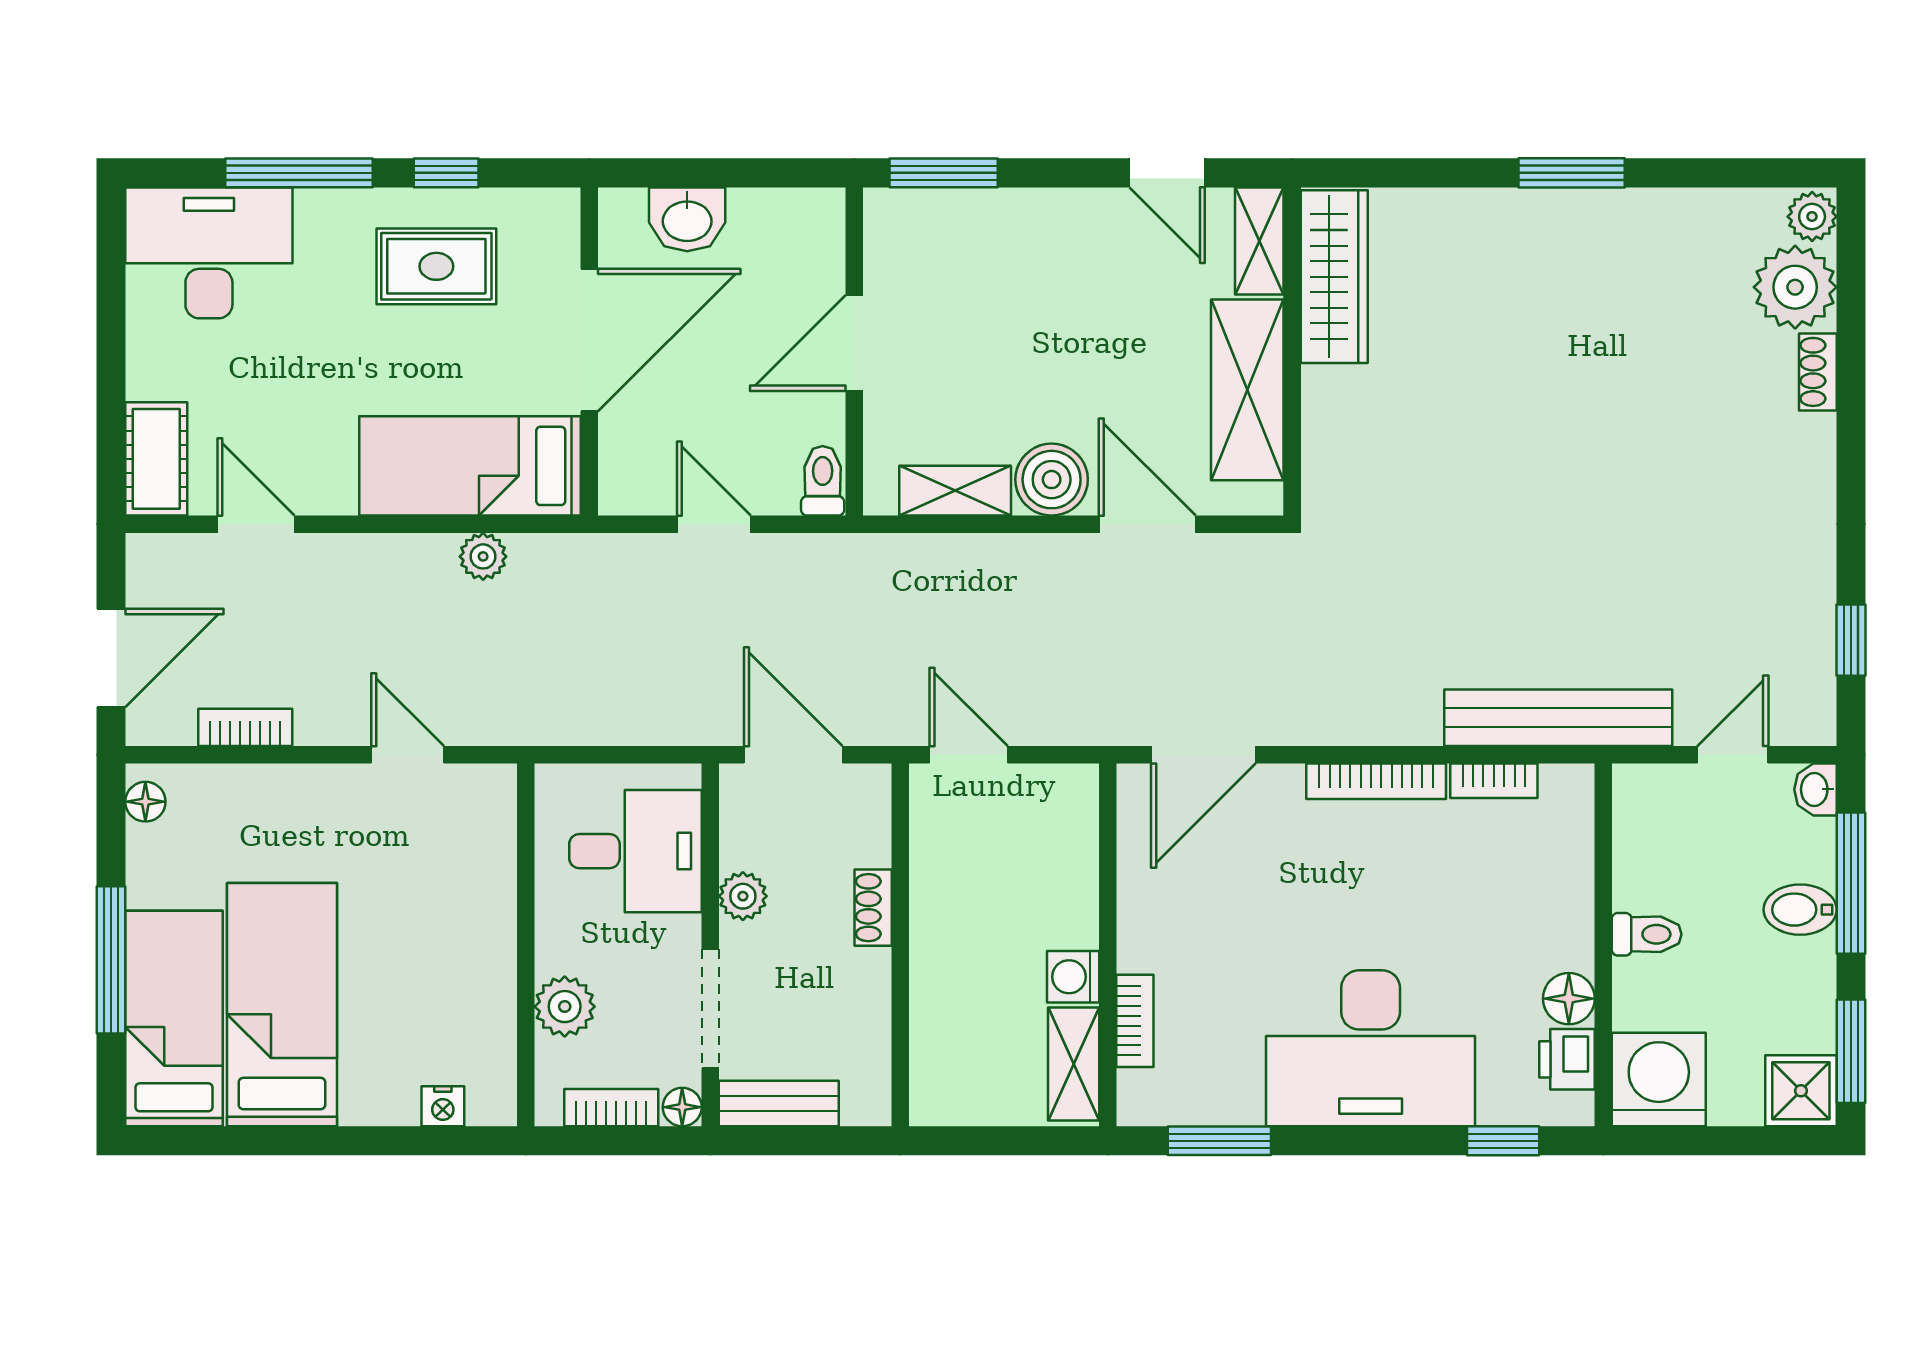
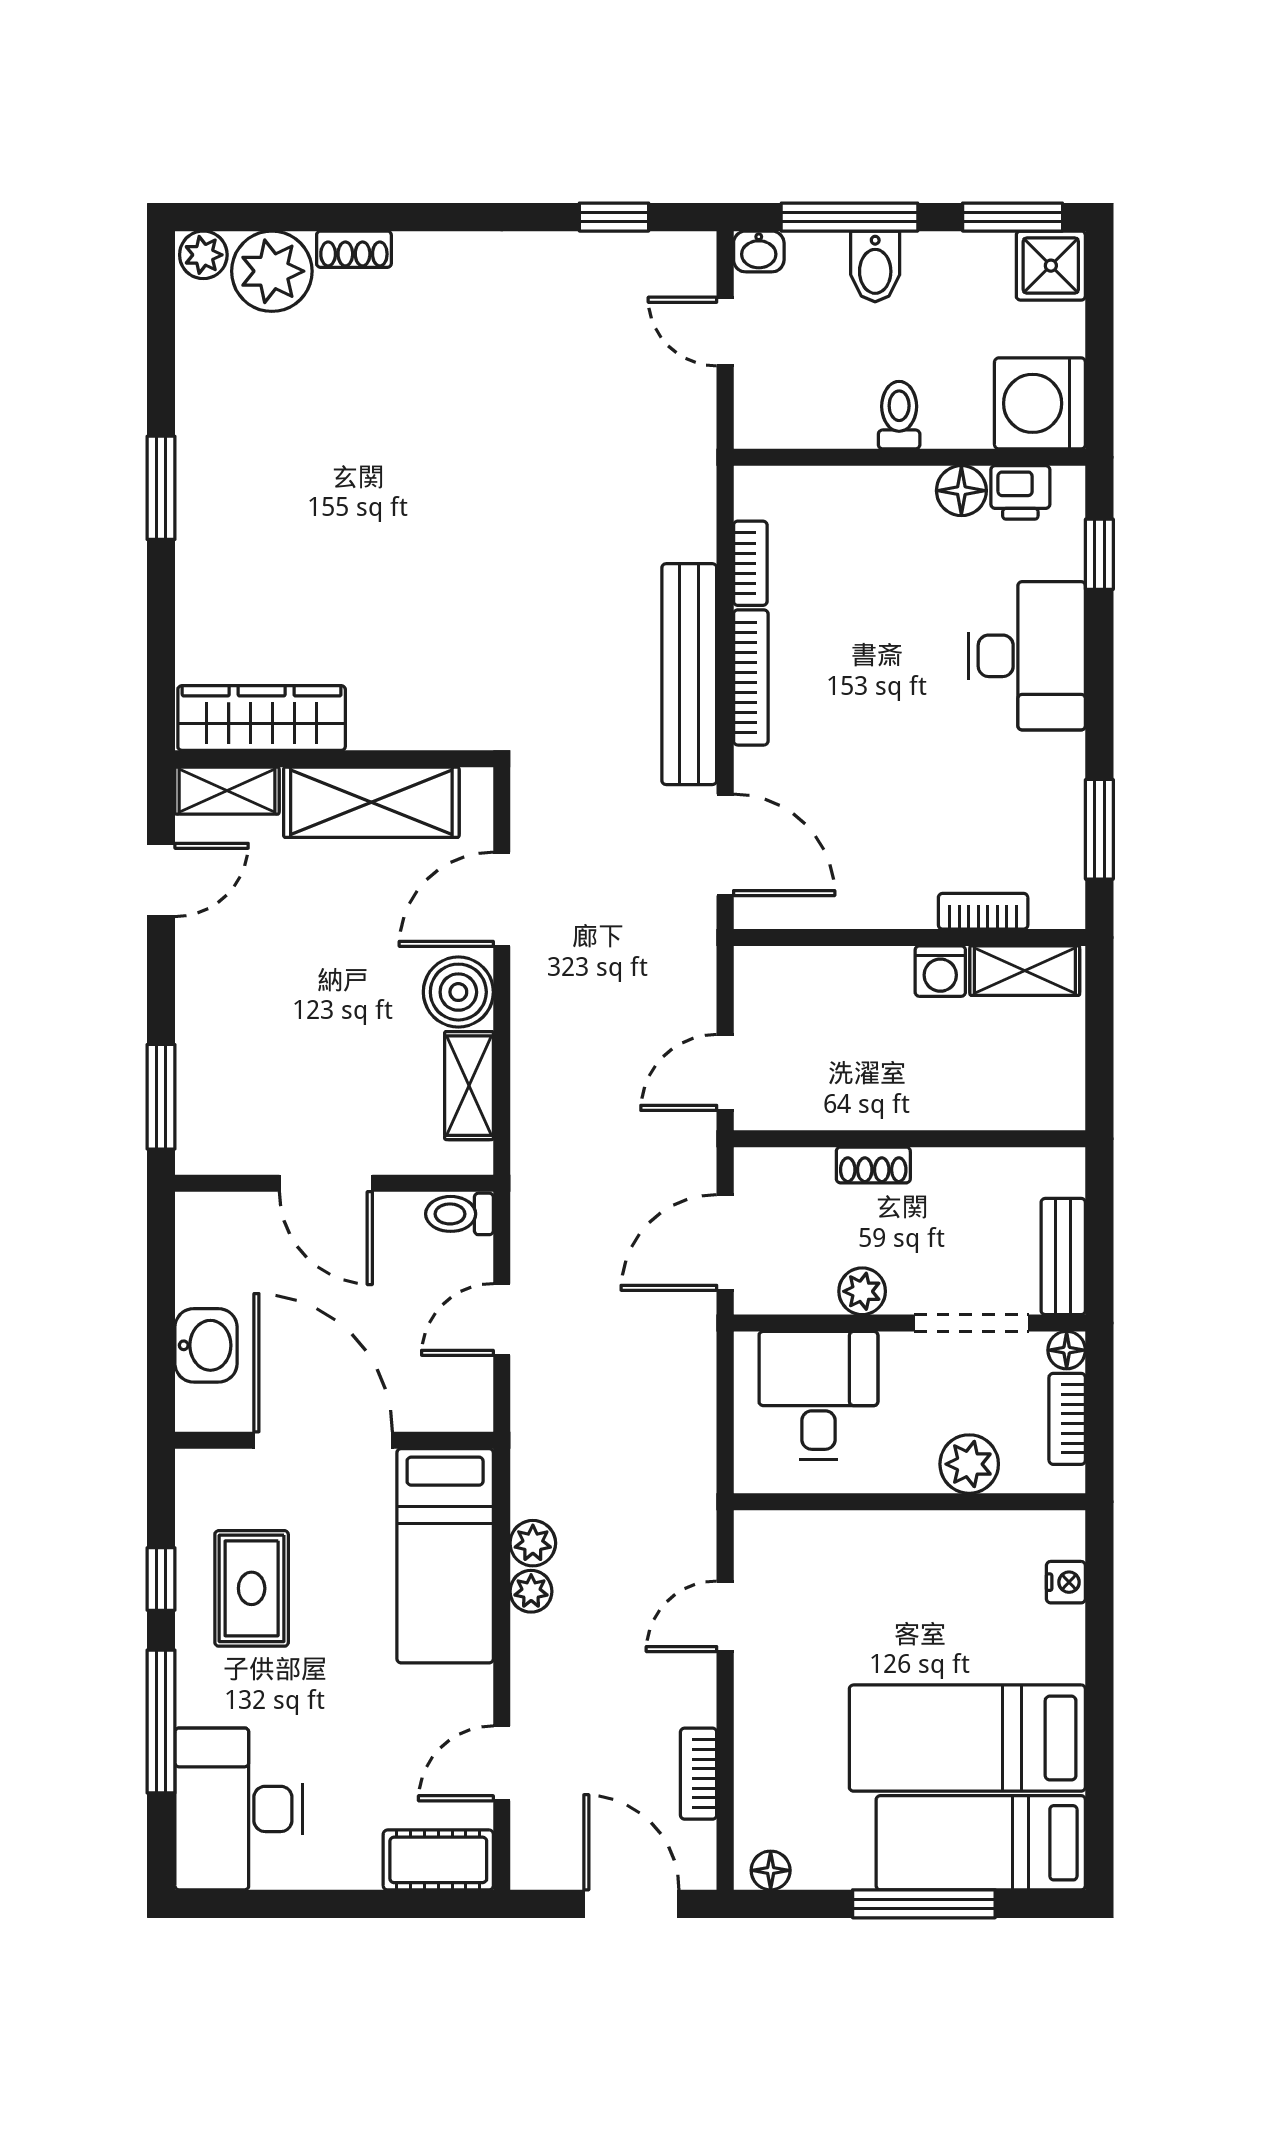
plant: (433, 555) -> (531, 1591), added
bench: (1558, 718) -> (689, 674), moved
desk: (1371, 1048) -> (1027, 656), width x0.73, depth x0.77

